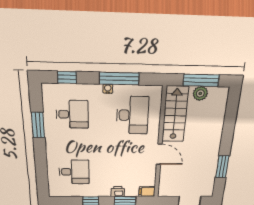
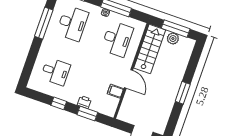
desk: (72, 114) -> (72, 23), width x1.37
window: (38, 125) -> (44, 23), width x1.44
window: (222, 167) -> (183, 93), moved
filing cabinet: (147, 192) -> (115, 91), moved

